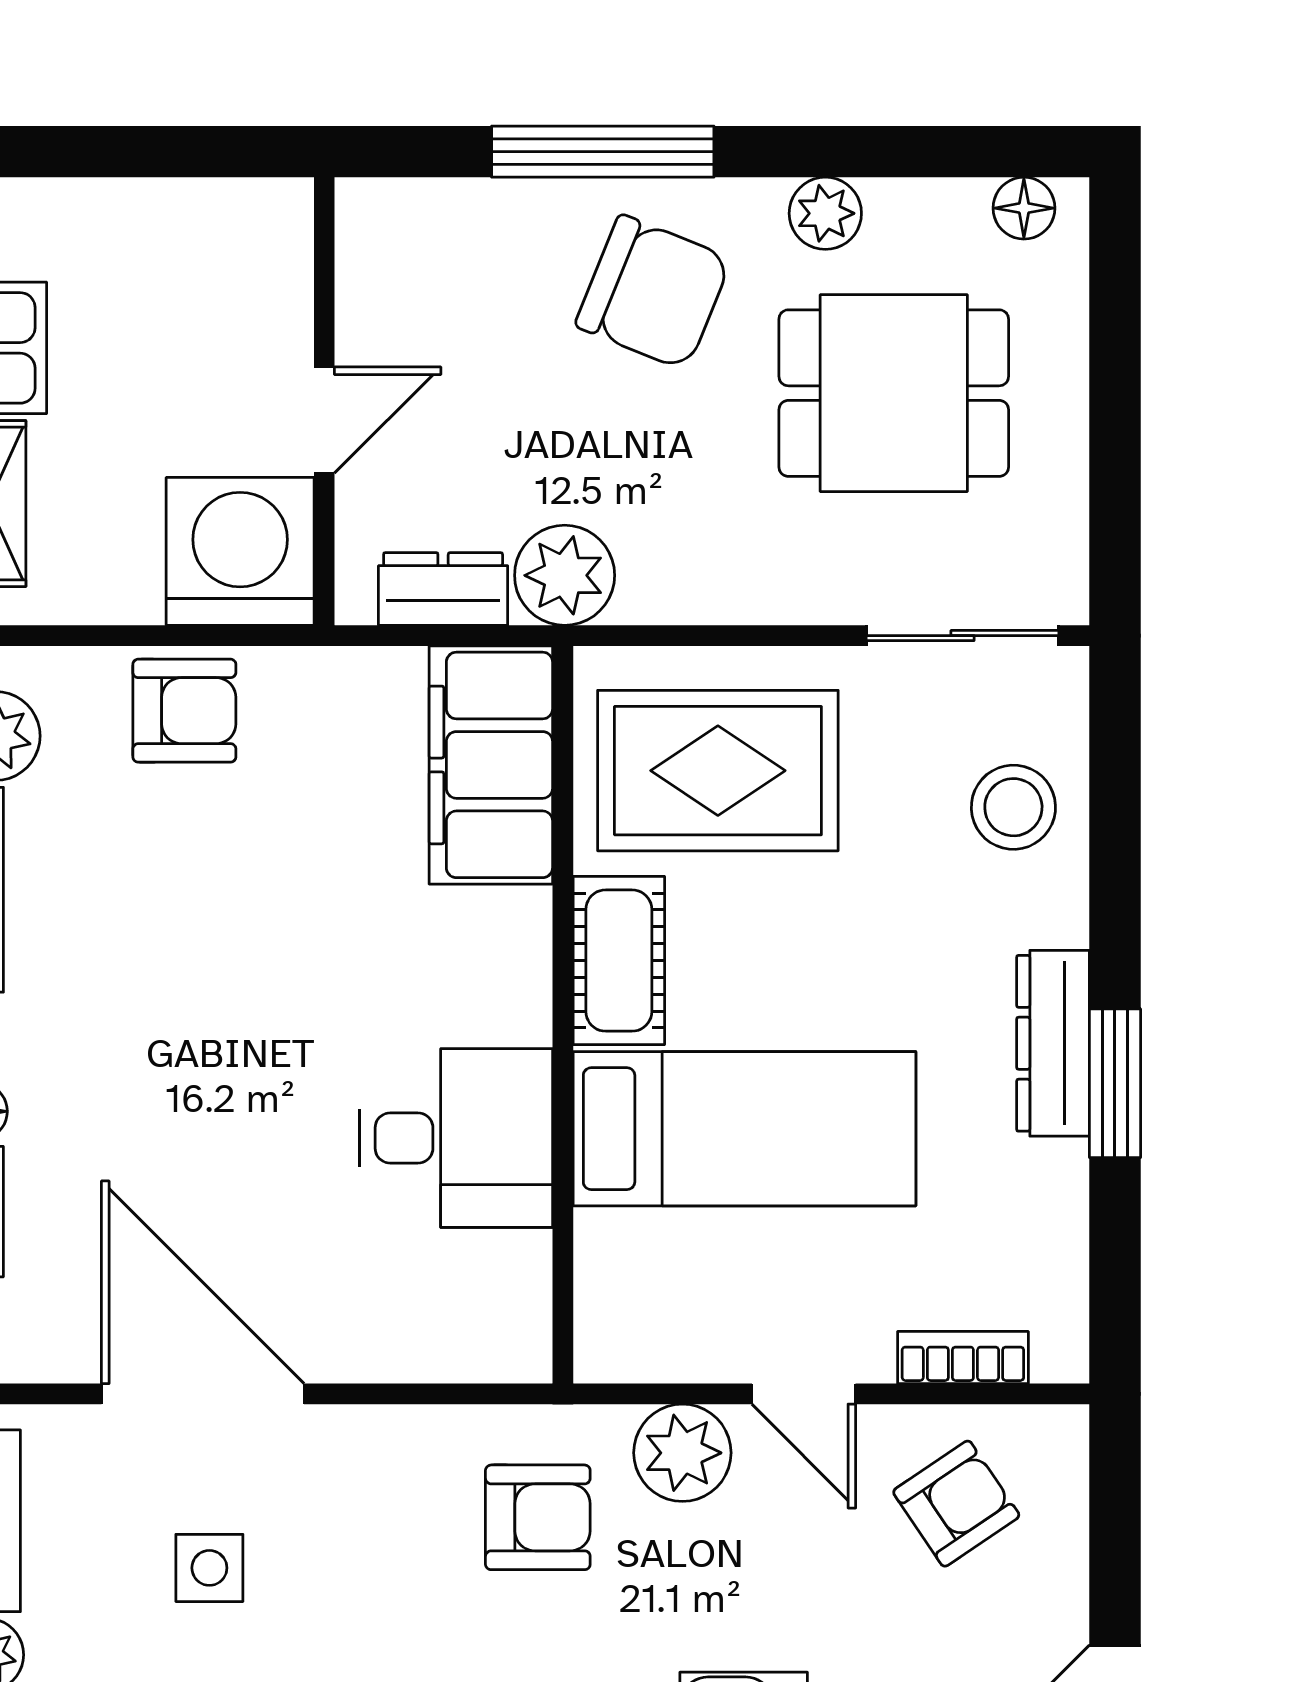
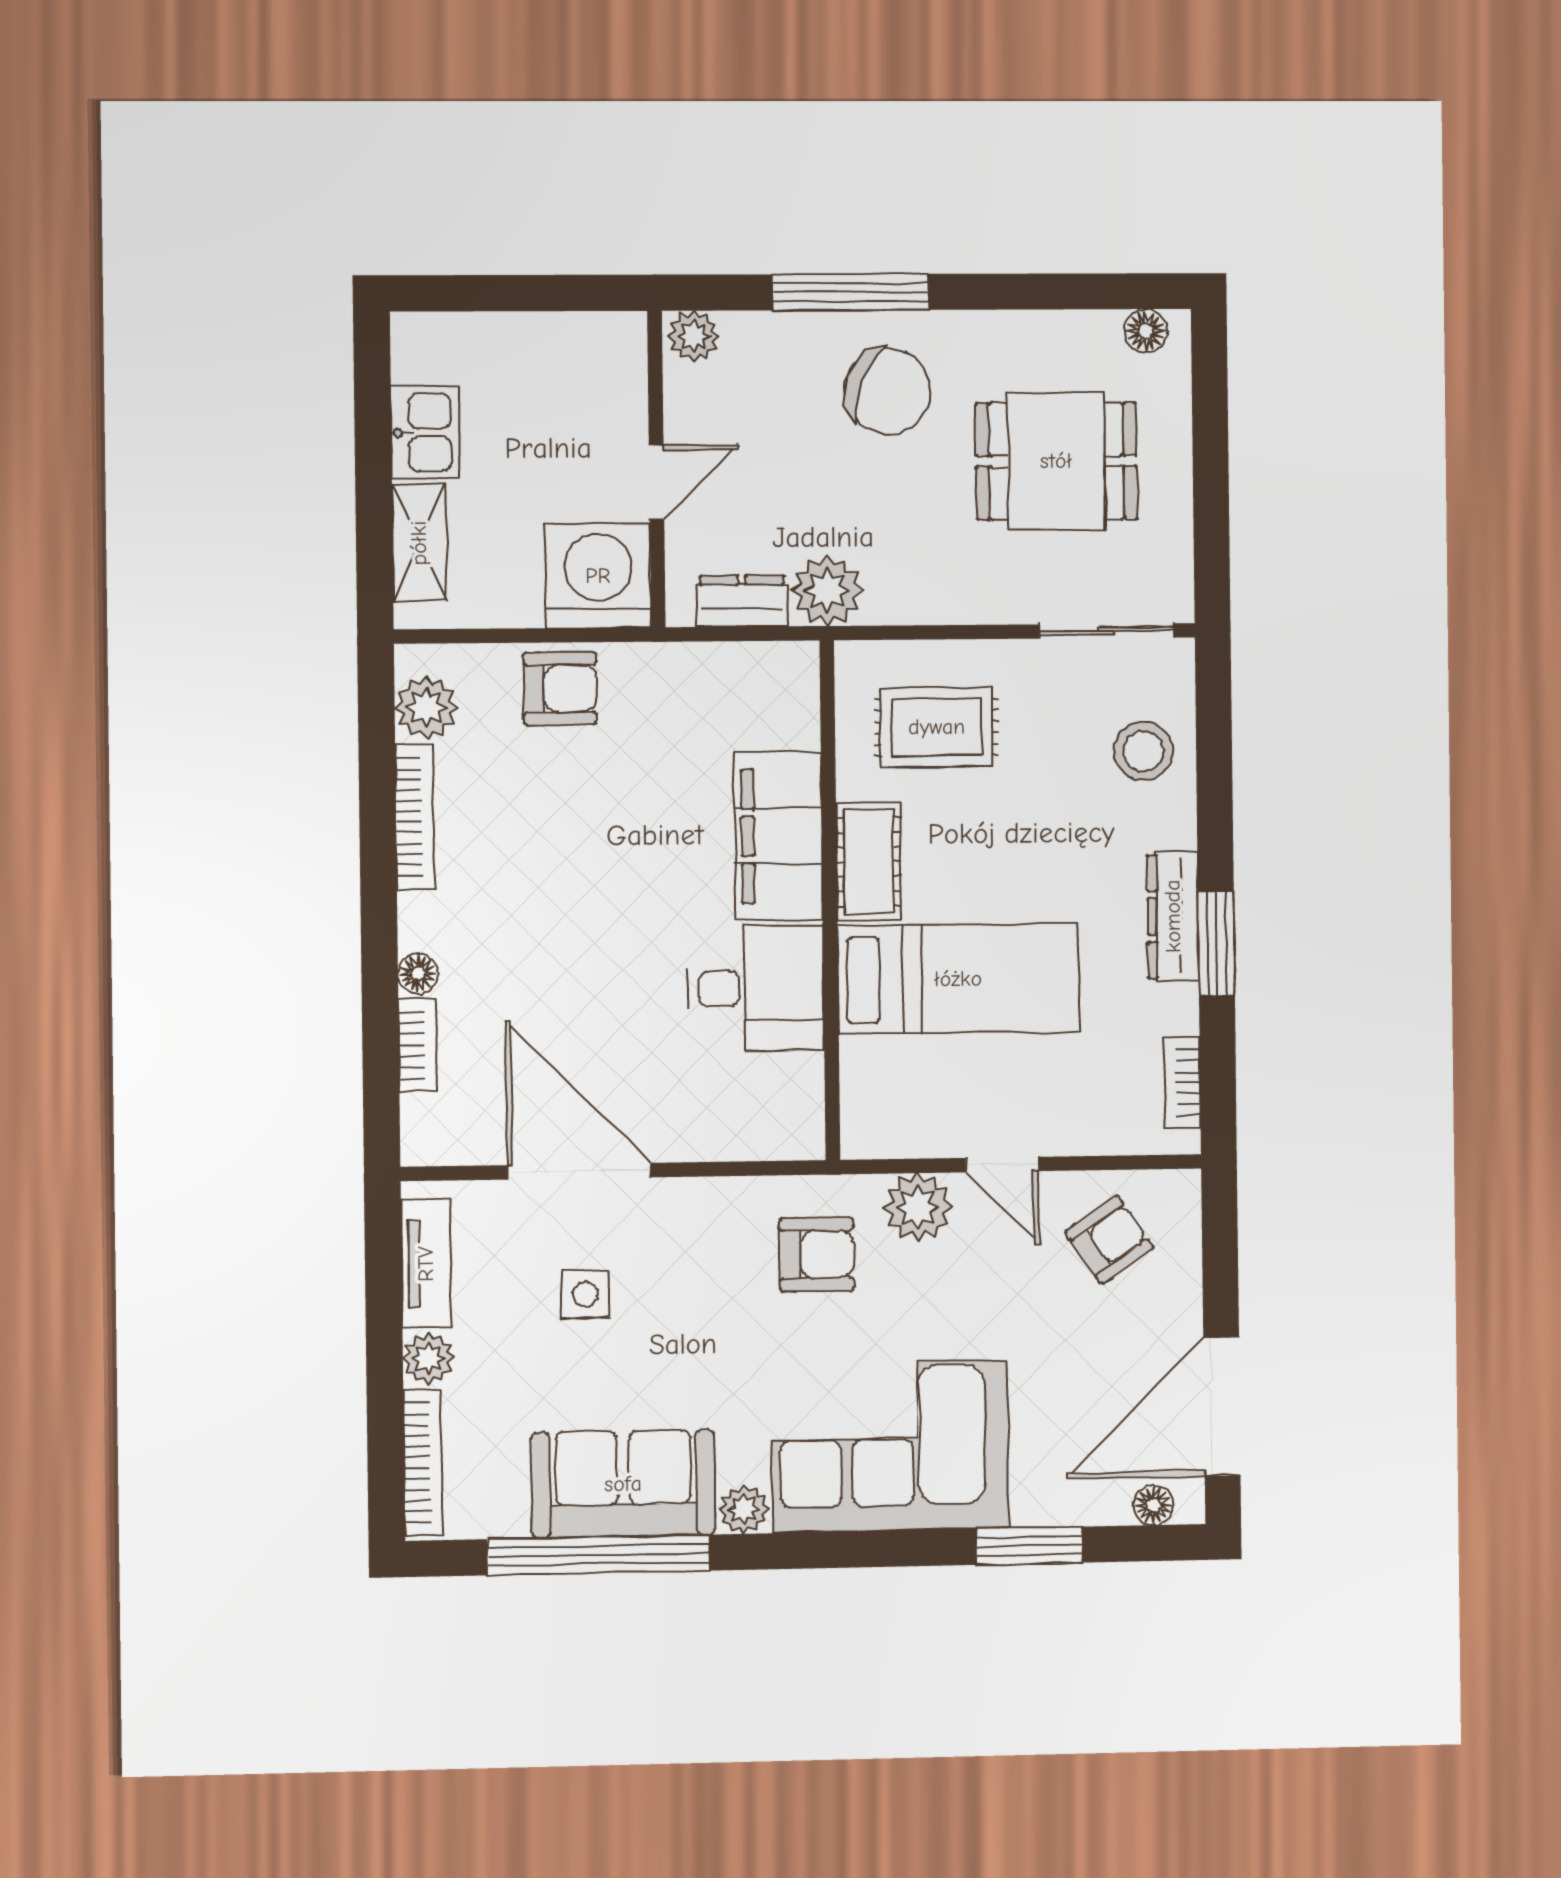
plant: (825, 213) -> (694, 336), moved
filing cabinet: (491, 765) -> (778, 836), moved
rug: (718, 771) -> (937, 727), width x0.73, depth x0.70
bookcase: (963, 1358) -> (1182, 1082), moved, turned -90

